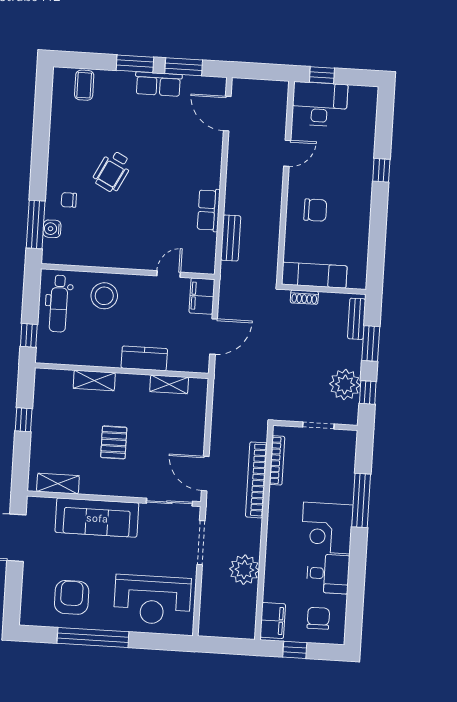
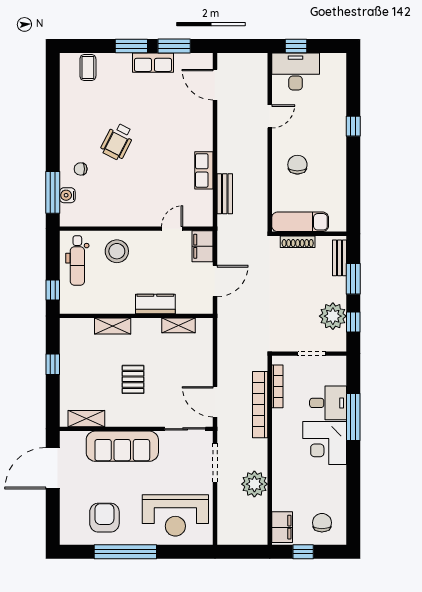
chair: (315, 210) -> (297, 165), turned -90
shoe rack: (304, 297) -> (298, 242), width x1.43
desk: (328, 574) -> (328, 403), moved

